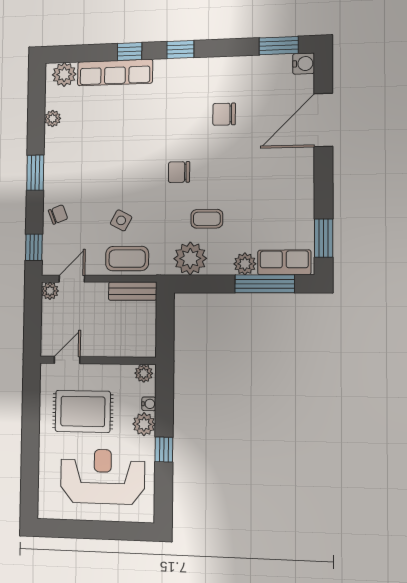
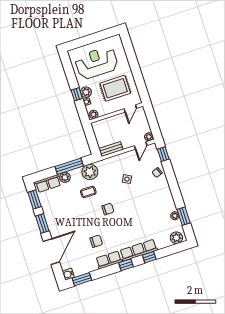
row of seats: (211, 69) -> (109, 260), added
row of seats: (115, 72) -> (139, 250), moved
window: (35, 173) -> (184, 216), moved
window: (323, 184) -> (42, 223), added
coffee table: (127, 259) -> (118, 163), removed
window: (265, 284) -> (69, 166), moved
window: (164, 450) -> (77, 94), moved
reception desk: (103, 476) -> (97, 63), turned 180

